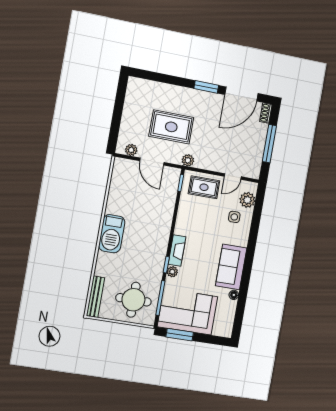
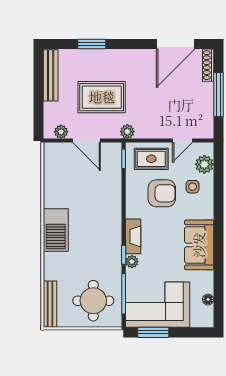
window: (206, 87) -> (92, 44), moved
bench: (131, 100) -> (51, 75), added
shoe rack: (266, 113) -> (208, 65), width x1.43
armchair: (208, 218) -> (162, 193), added
floor lamp: (234, 295) -> (208, 300), moved

